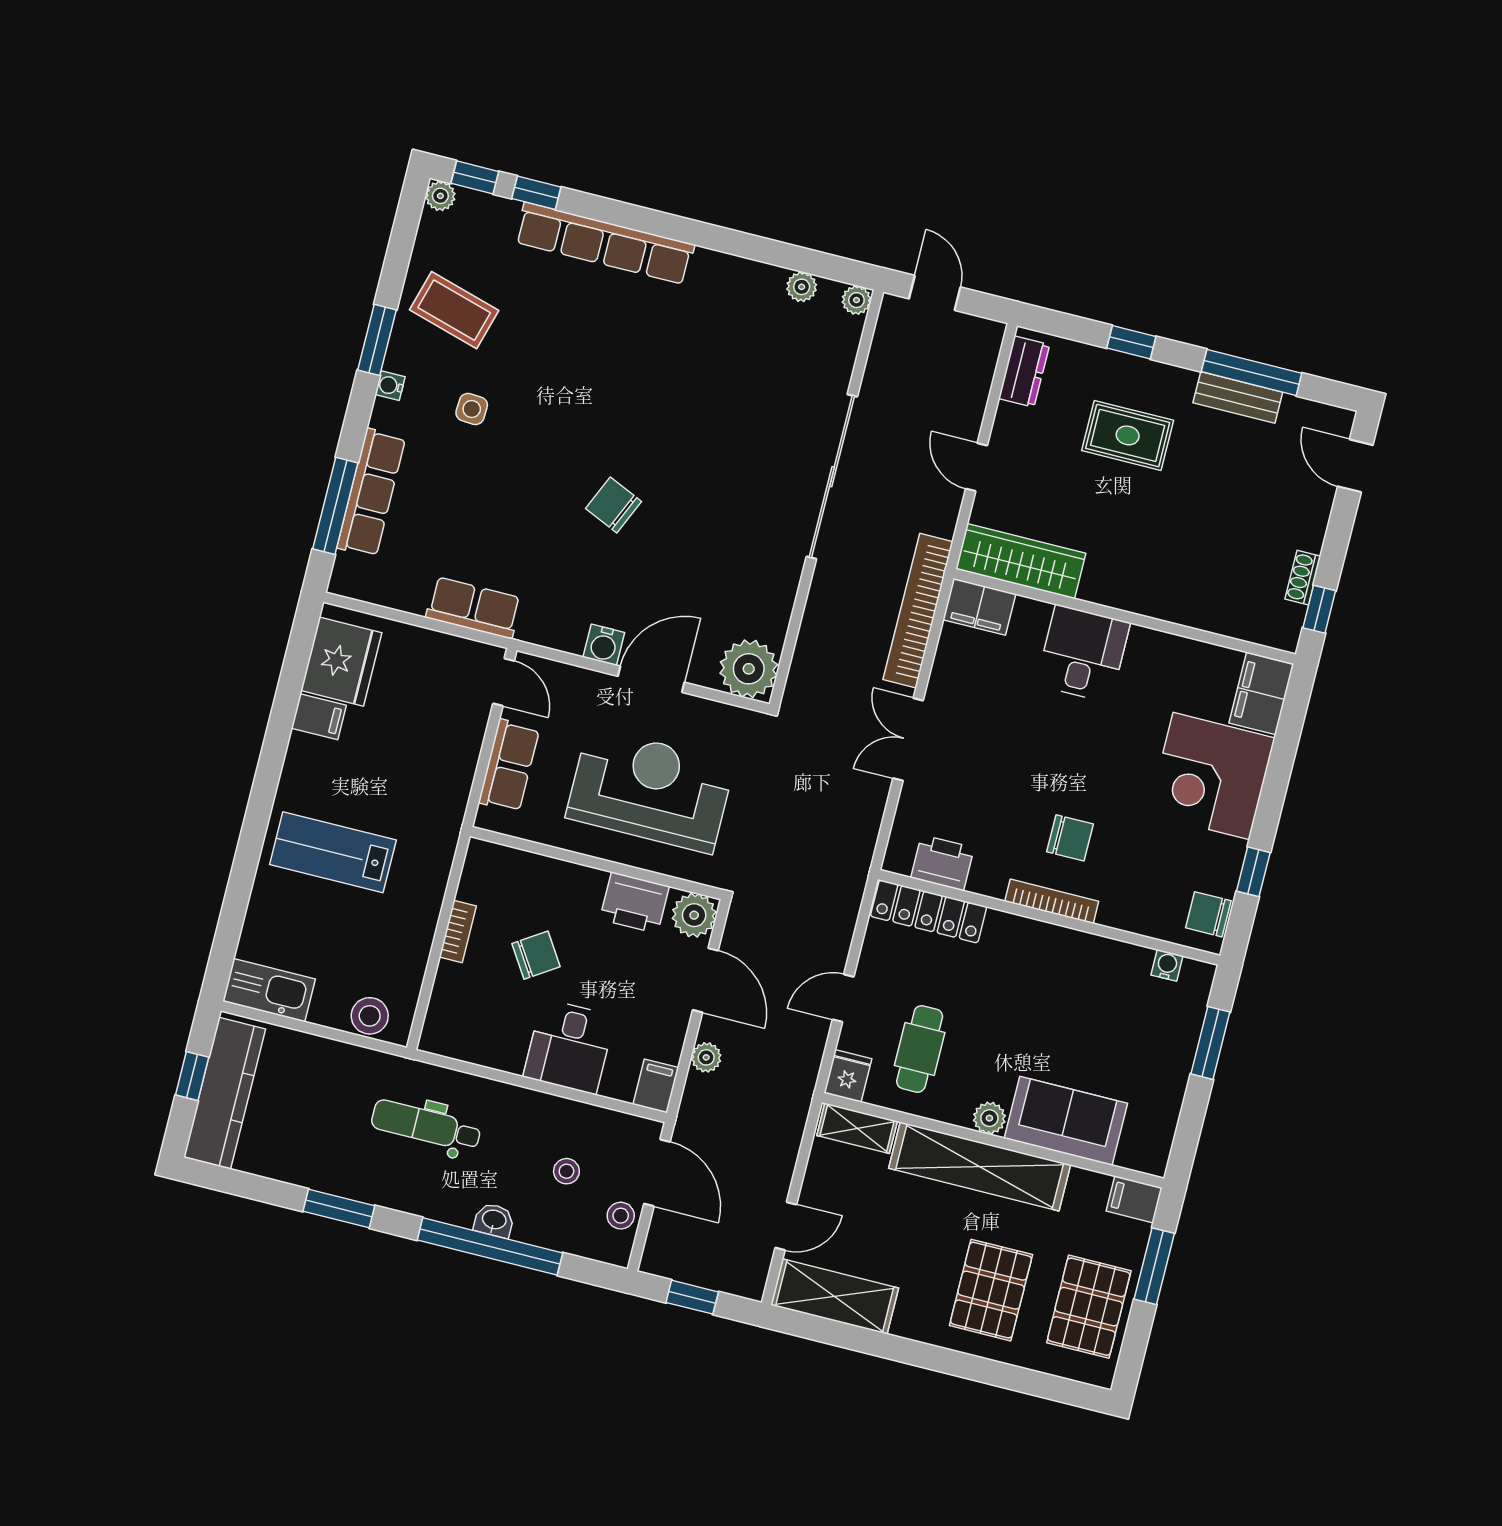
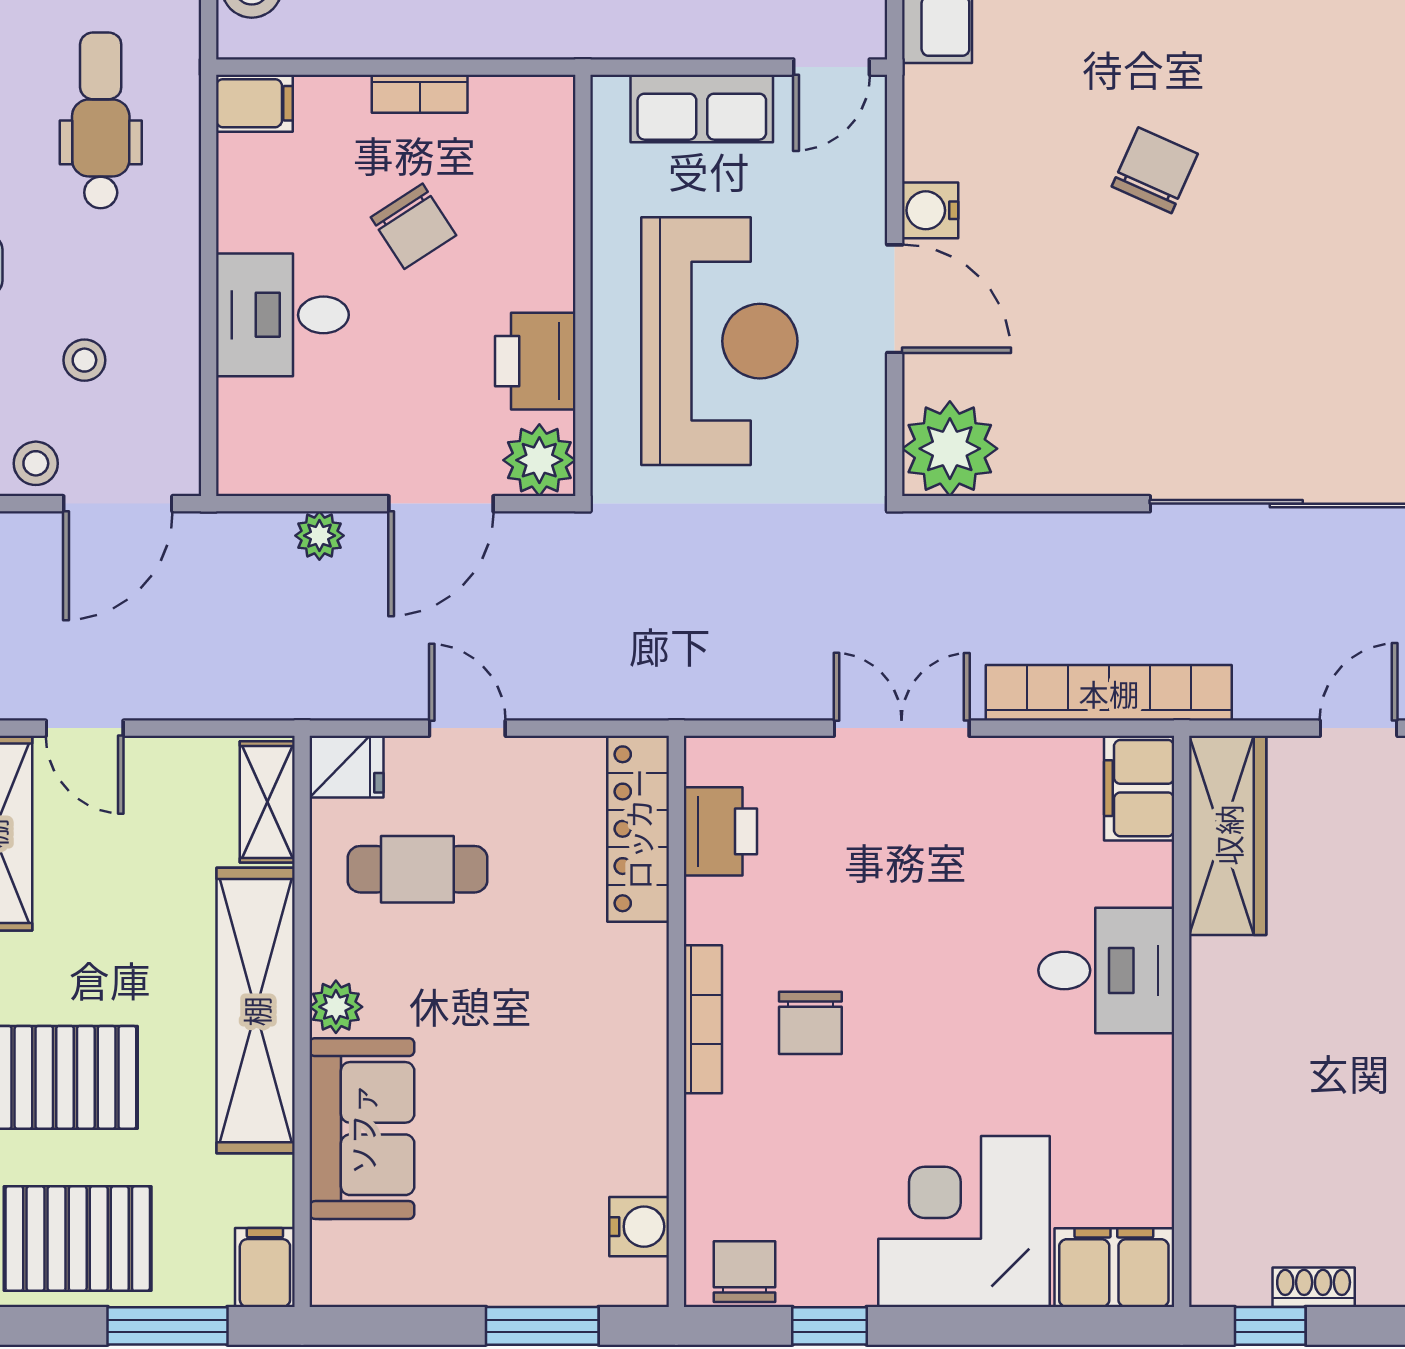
water cooler: (1167, 965) -> (639, 1227), width x1.38, depth x1.38
filing cabinet: (656, 1086) -> (254, 103), moved

